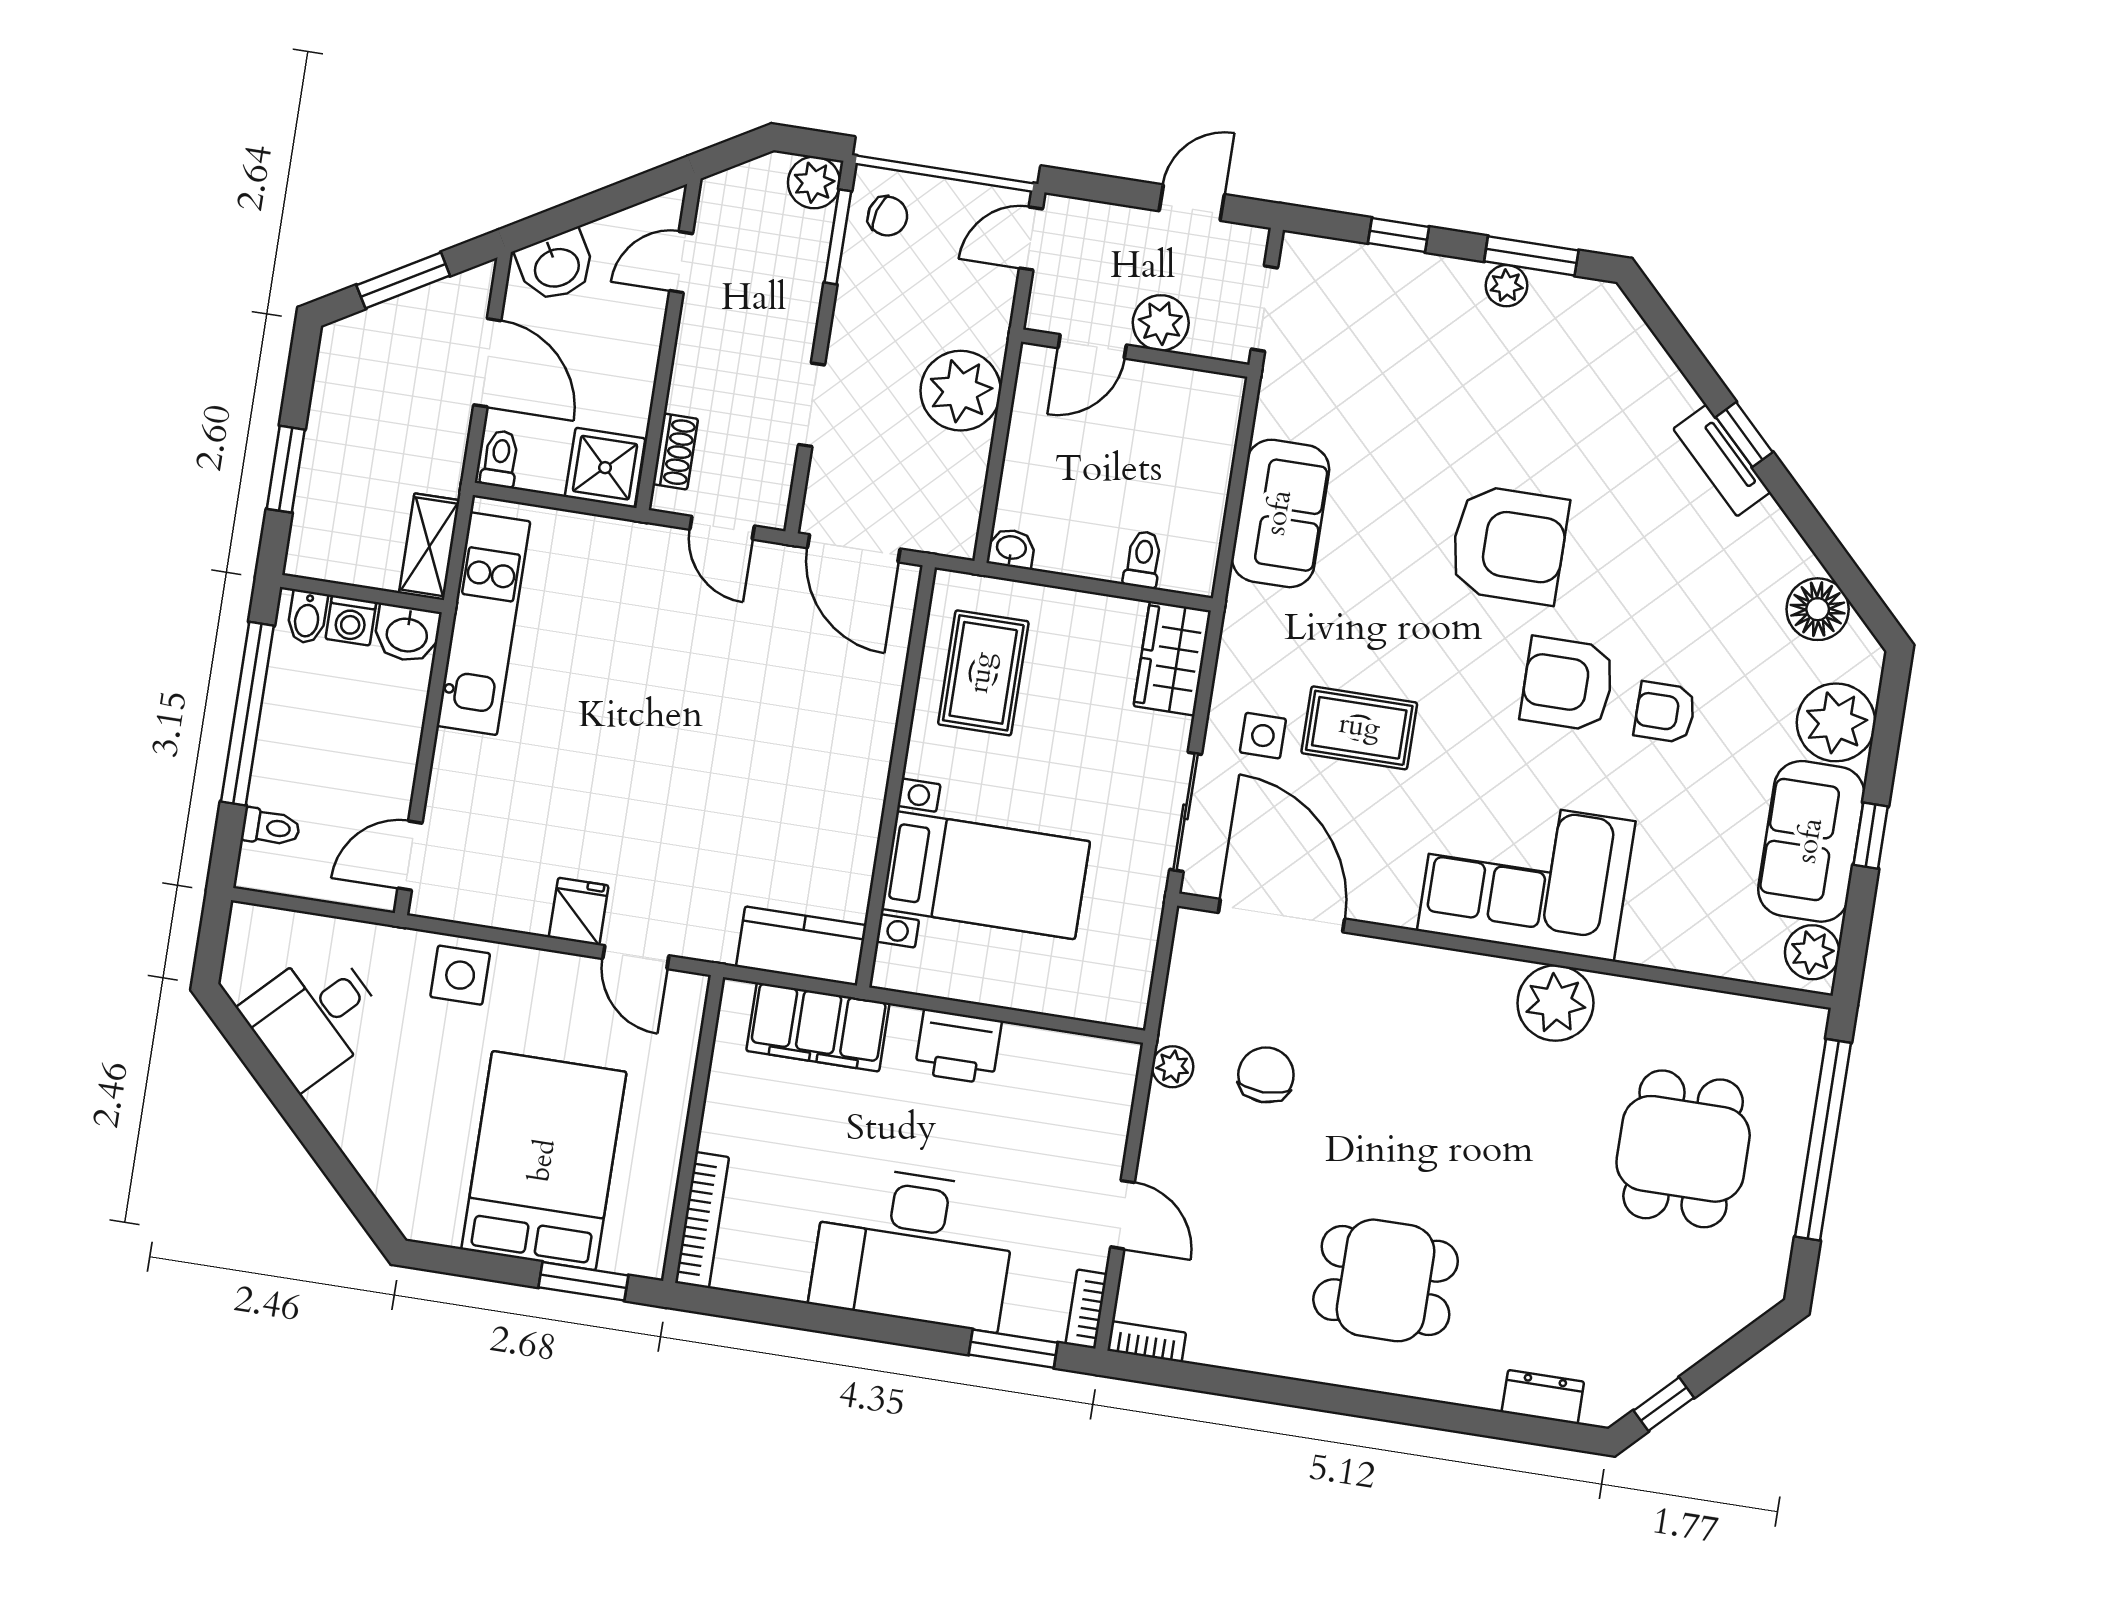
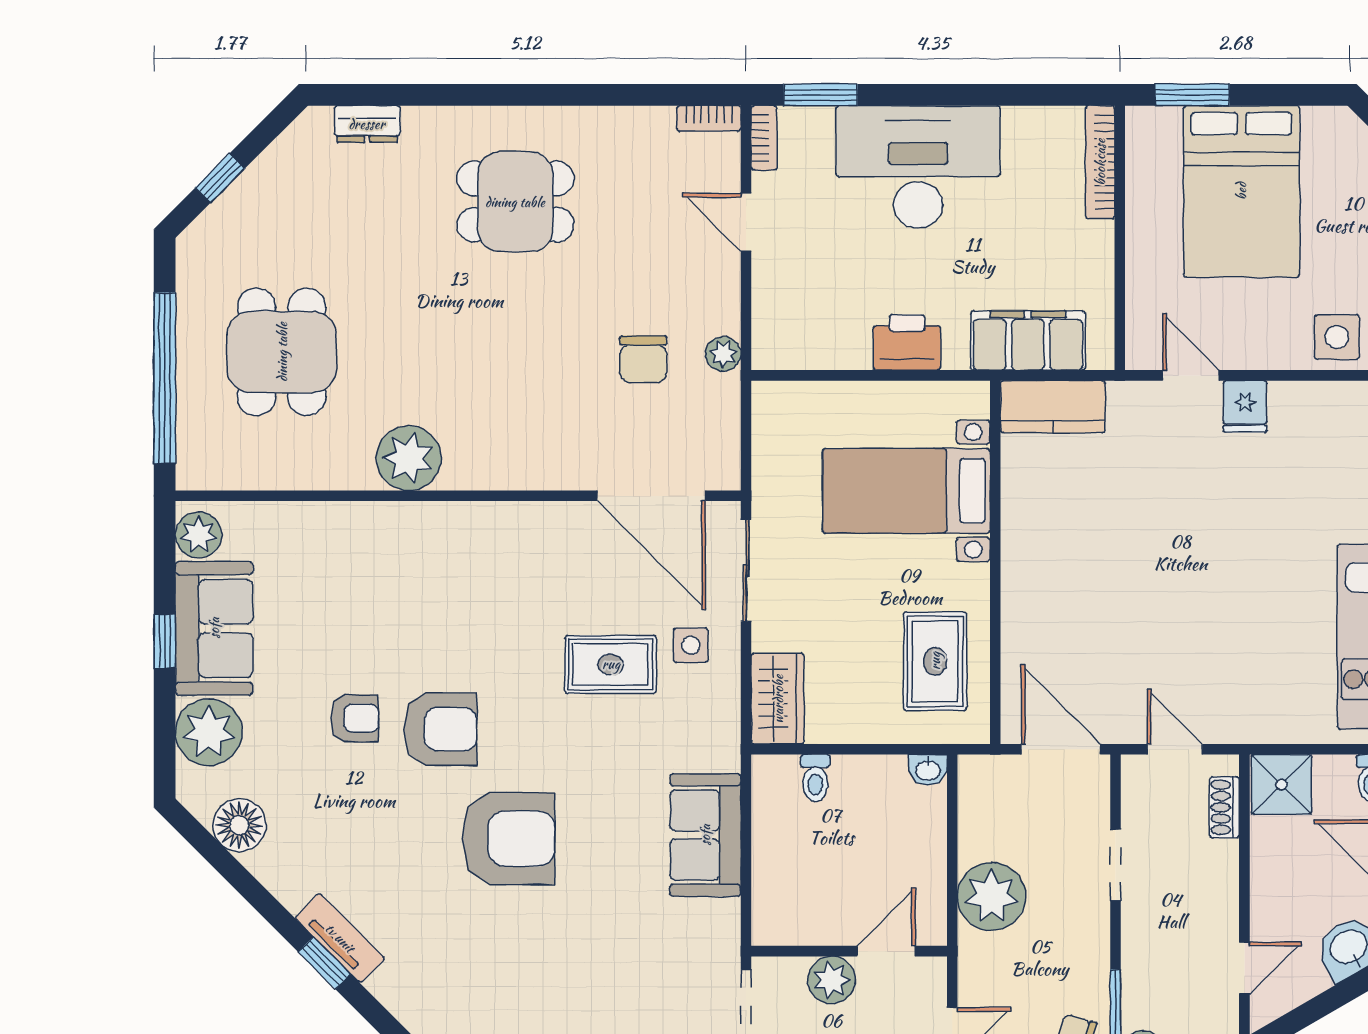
armchair: (1509, 545) -> (509, 839), turned 180
corner sofa: (1526, 876) -> (450, 562), removed
window: (1664, 1404) -> (220, 178), moved

